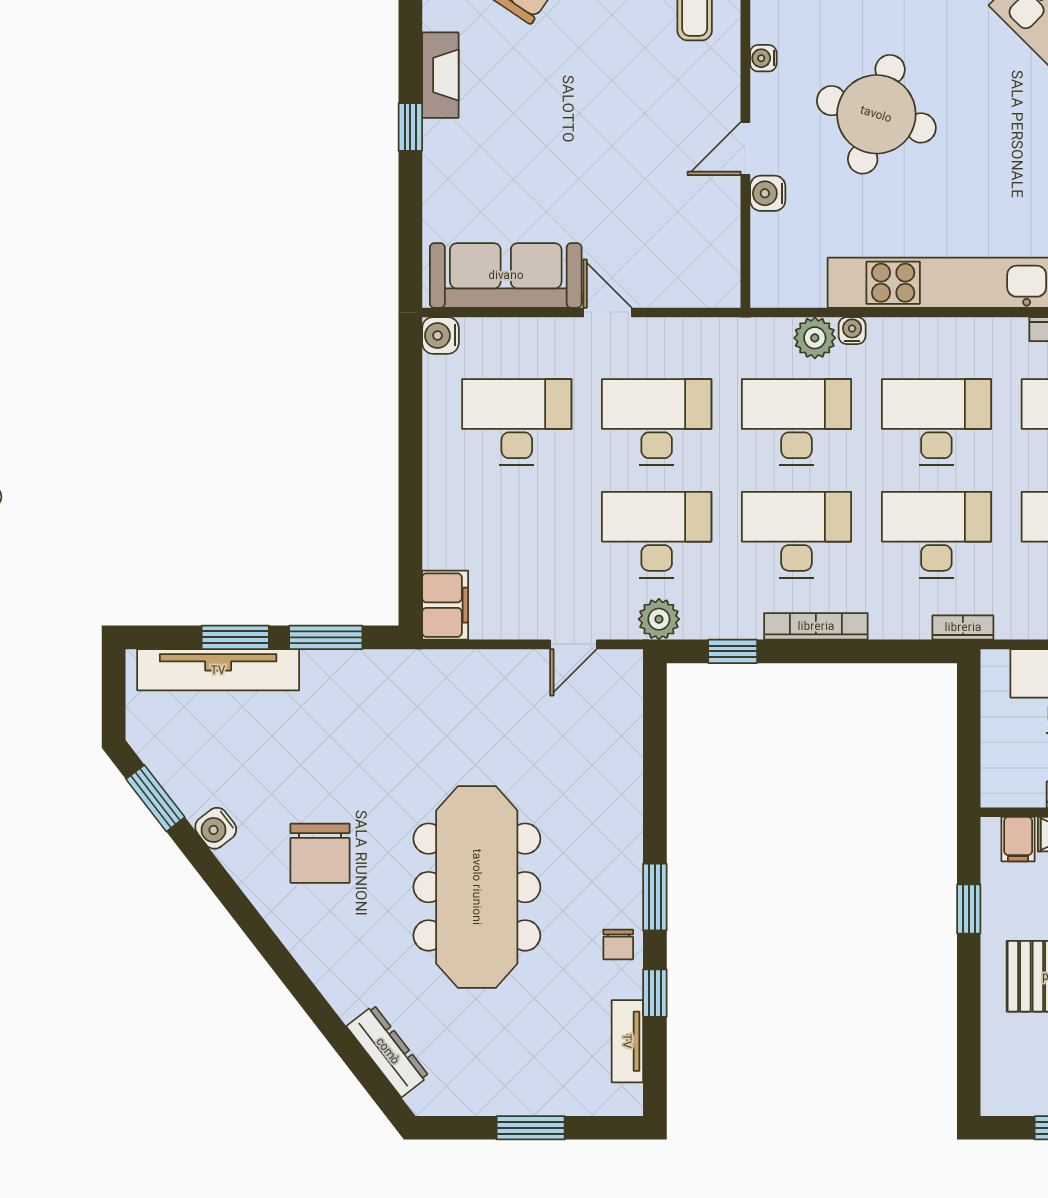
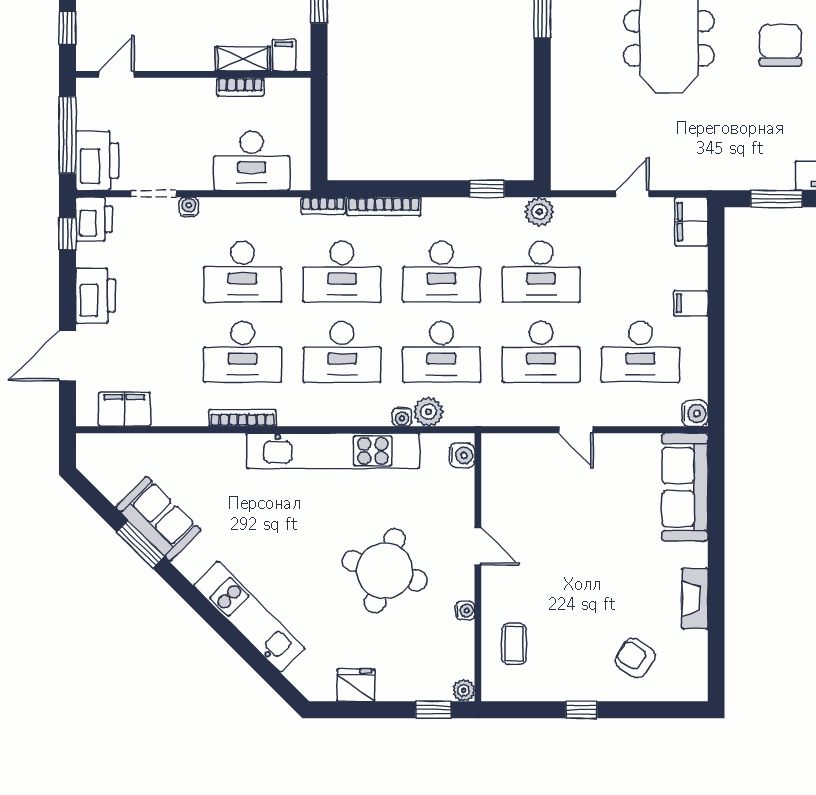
window: (410, 127) -> (716, 562), removed
door: (745, 149) -> (478, 546), hinge flipped
water cooler: (768, 193) -> (462, 455), moved
sofa: (506, 275) -> (685, 487), moved, turned 90
filing cabinet: (446, 490) -> (691, 303), added
bookcase: (816, 626) -> (384, 207), moved
door: (573, 644) -> (632, 194), moved

